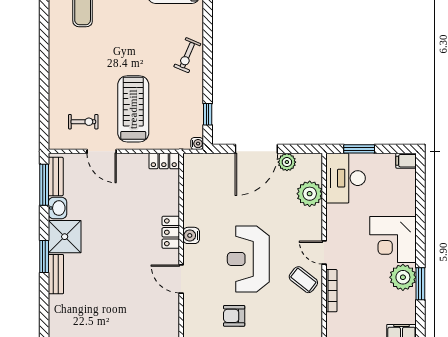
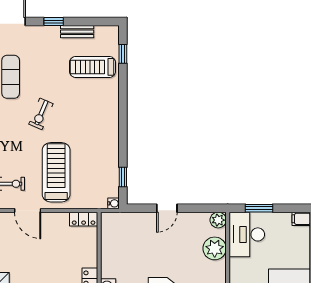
exercise bike: (187, 55) -> (41, 114), moved
door: (256, 149) -> (167, 208), width x0.53
plant: (287, 162) -> (218, 220), moved

